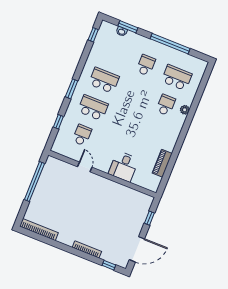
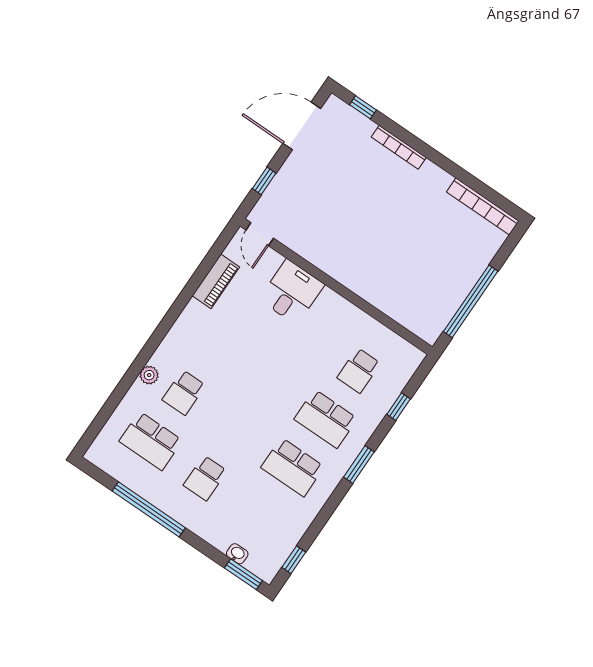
window: (128, 27) -> (243, 574), moved
door: (85, 167) -> (260, 234), moved

